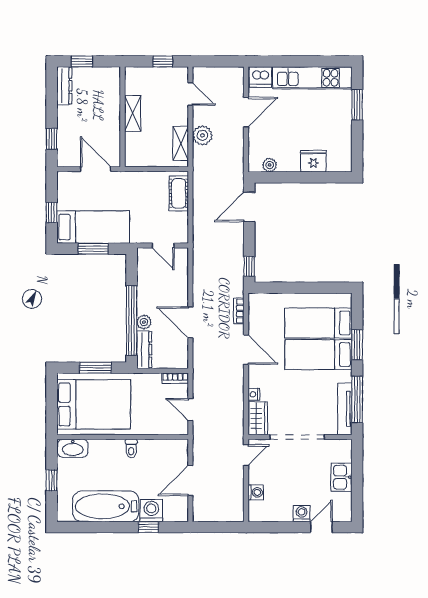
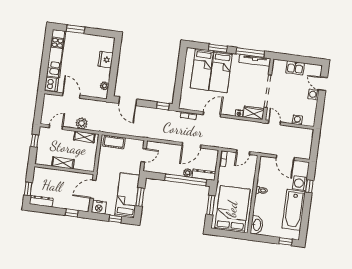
nightstand: (67, 183) -> (99, 207), added
window: (52, 480) -> (286, 242), moved

